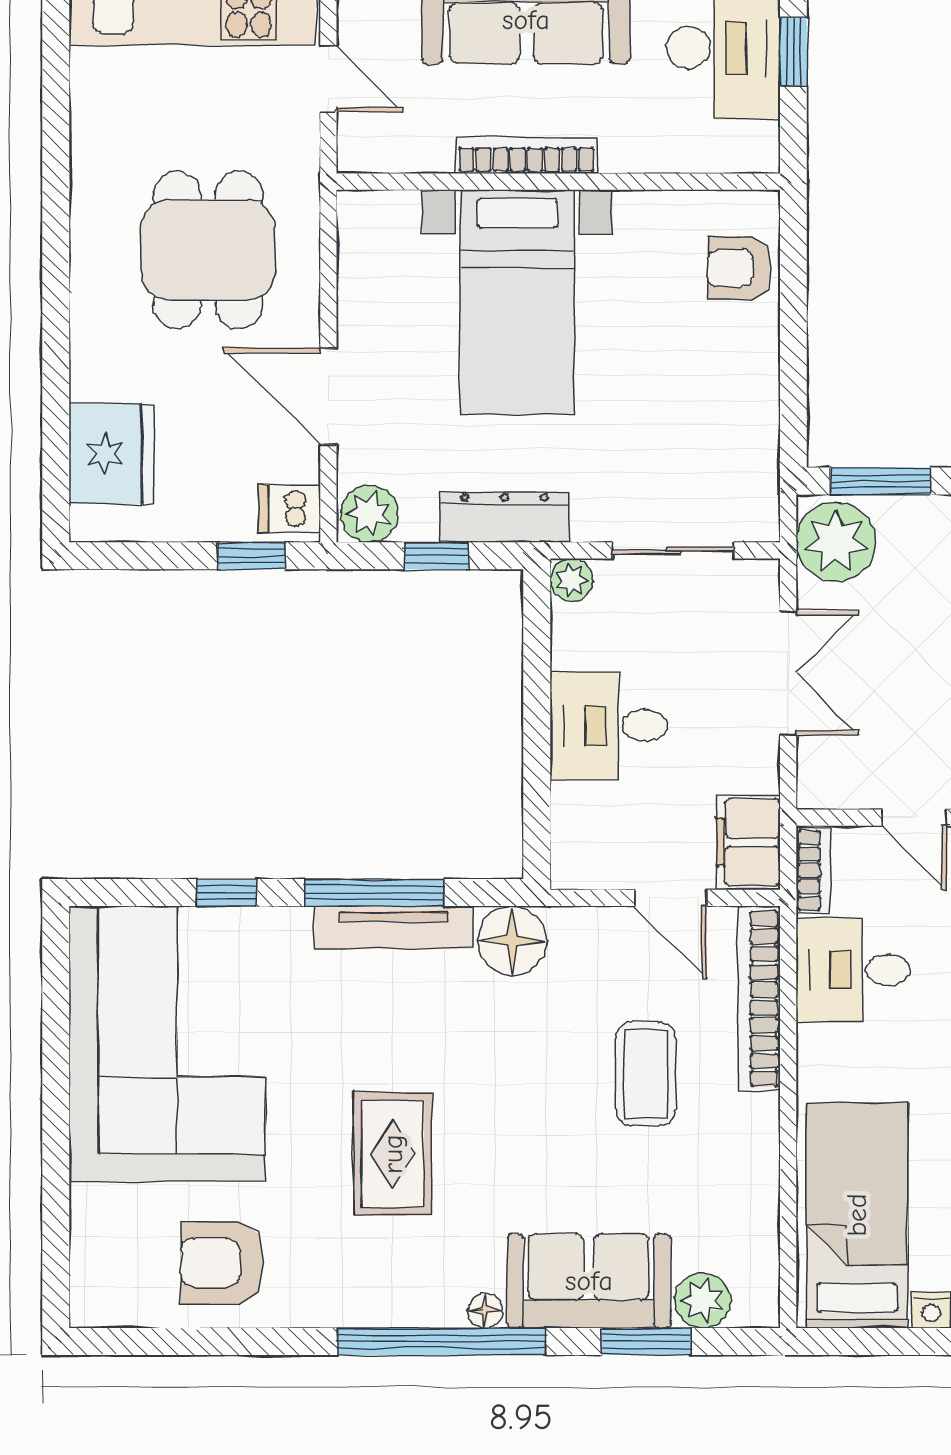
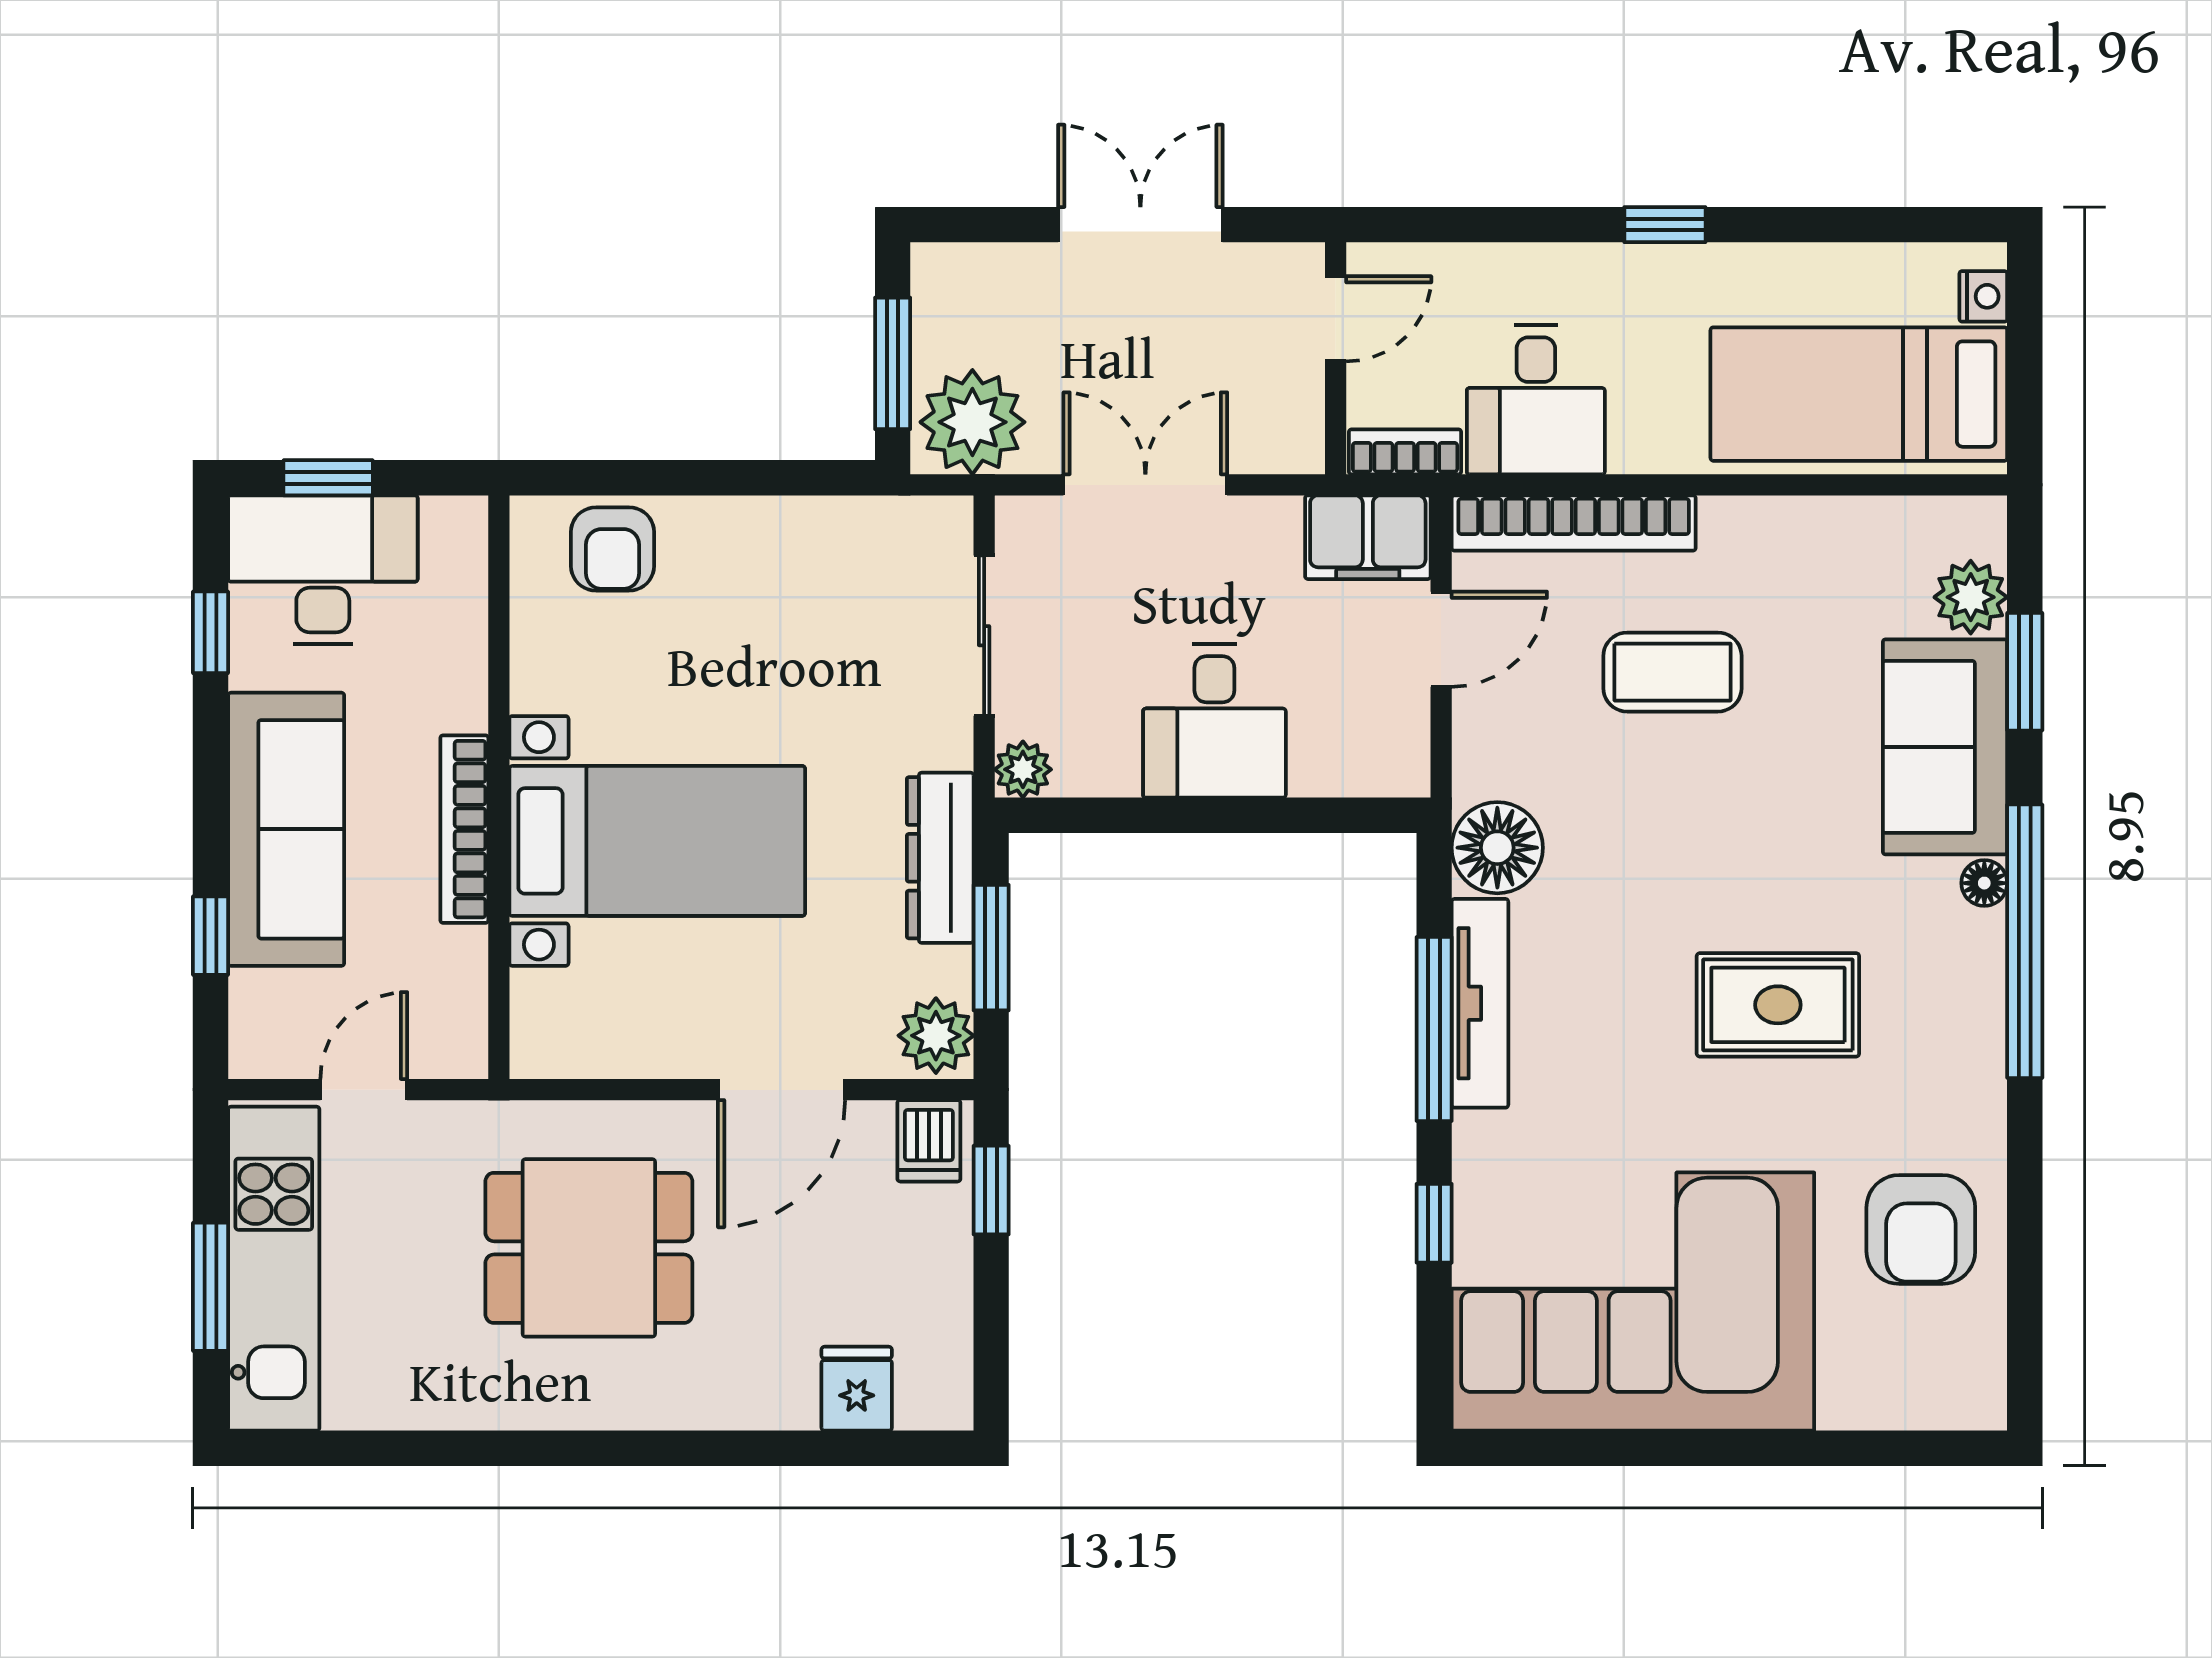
fridge: (112, 454) -> (857, 1389), width x0.53, depth x0.75
window: (436, 556) -> (991, 948), width x1.50

